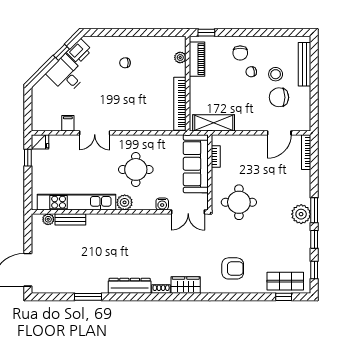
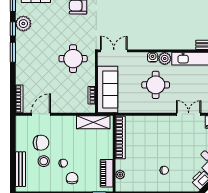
water cooler: (162, 204) -> (153, 57), moved
plant: (301, 214) -> (23, 24), moved

